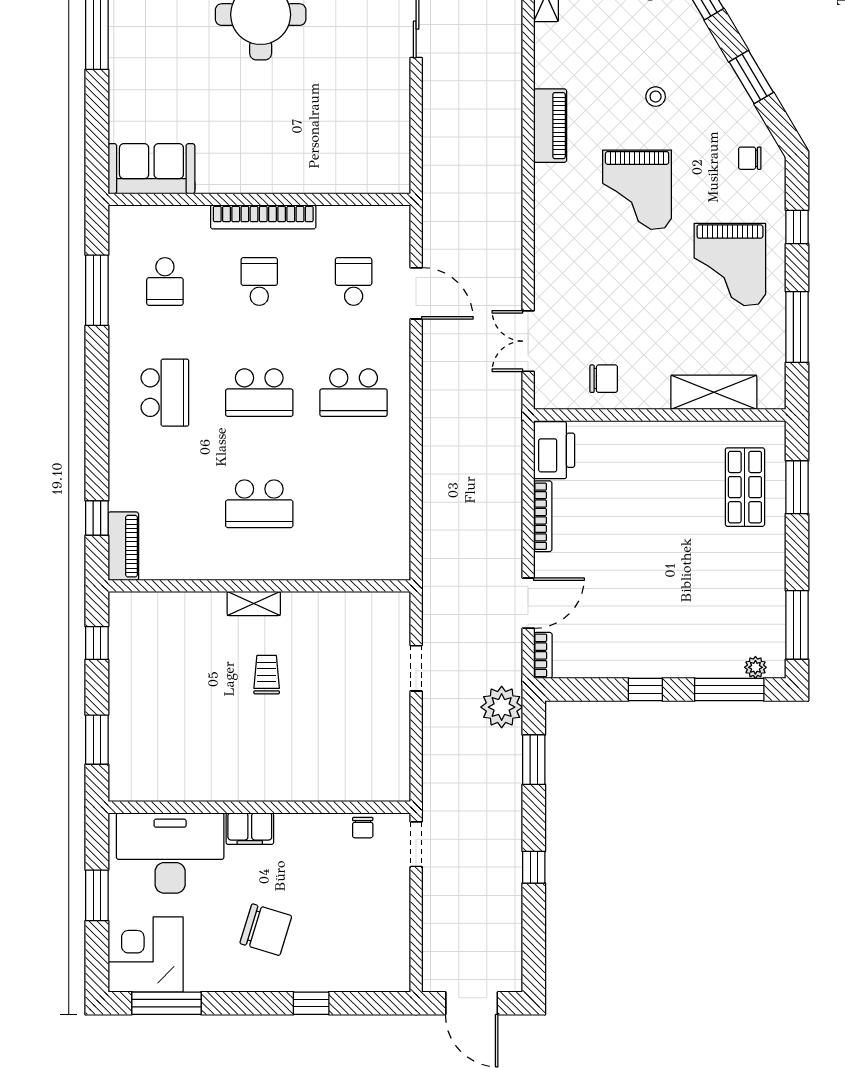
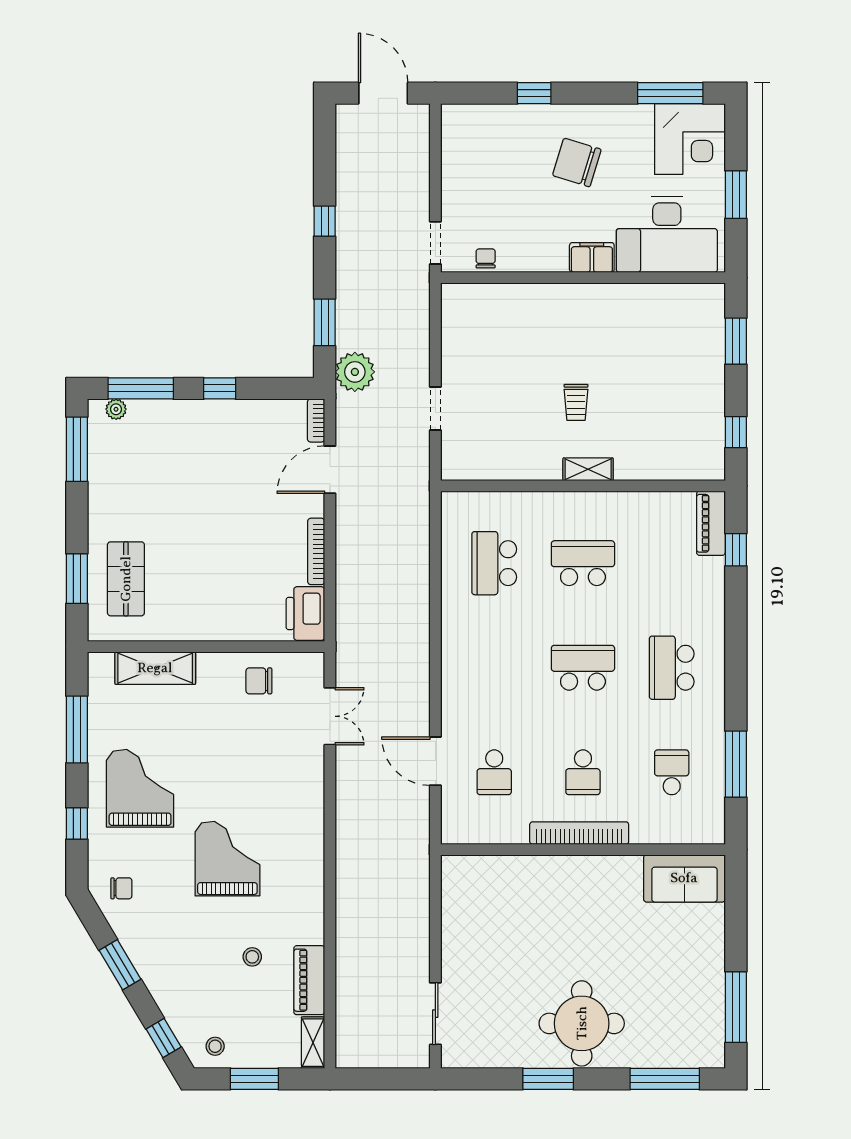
stool: (656, 97) -> (252, 957), moved
piano: (550, 126) -> (309, 980), moved
school desk: (354, 393) -> (494, 563), moved, turned -90

